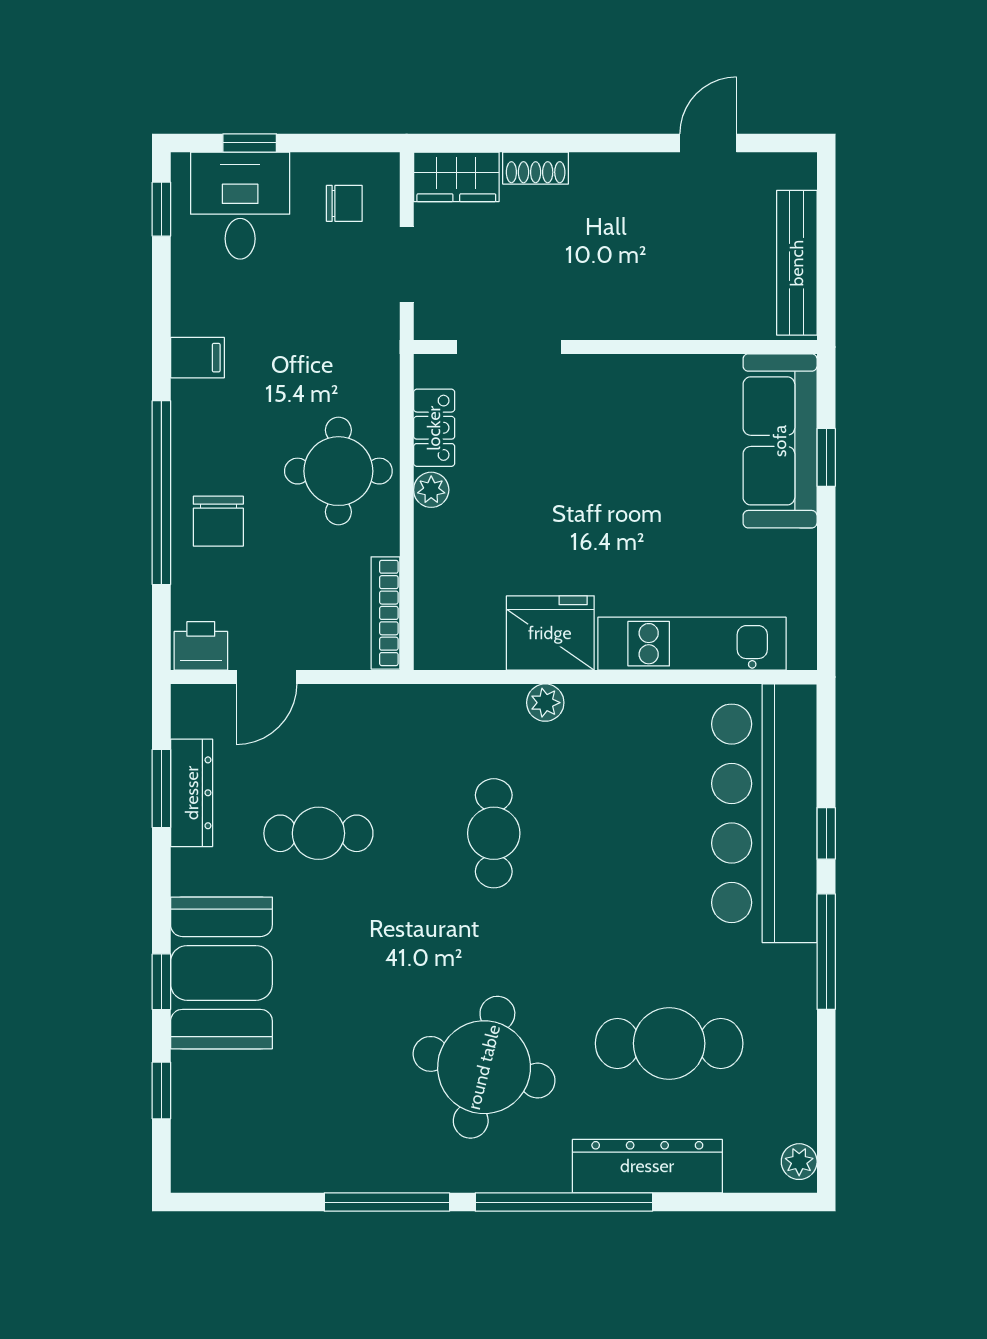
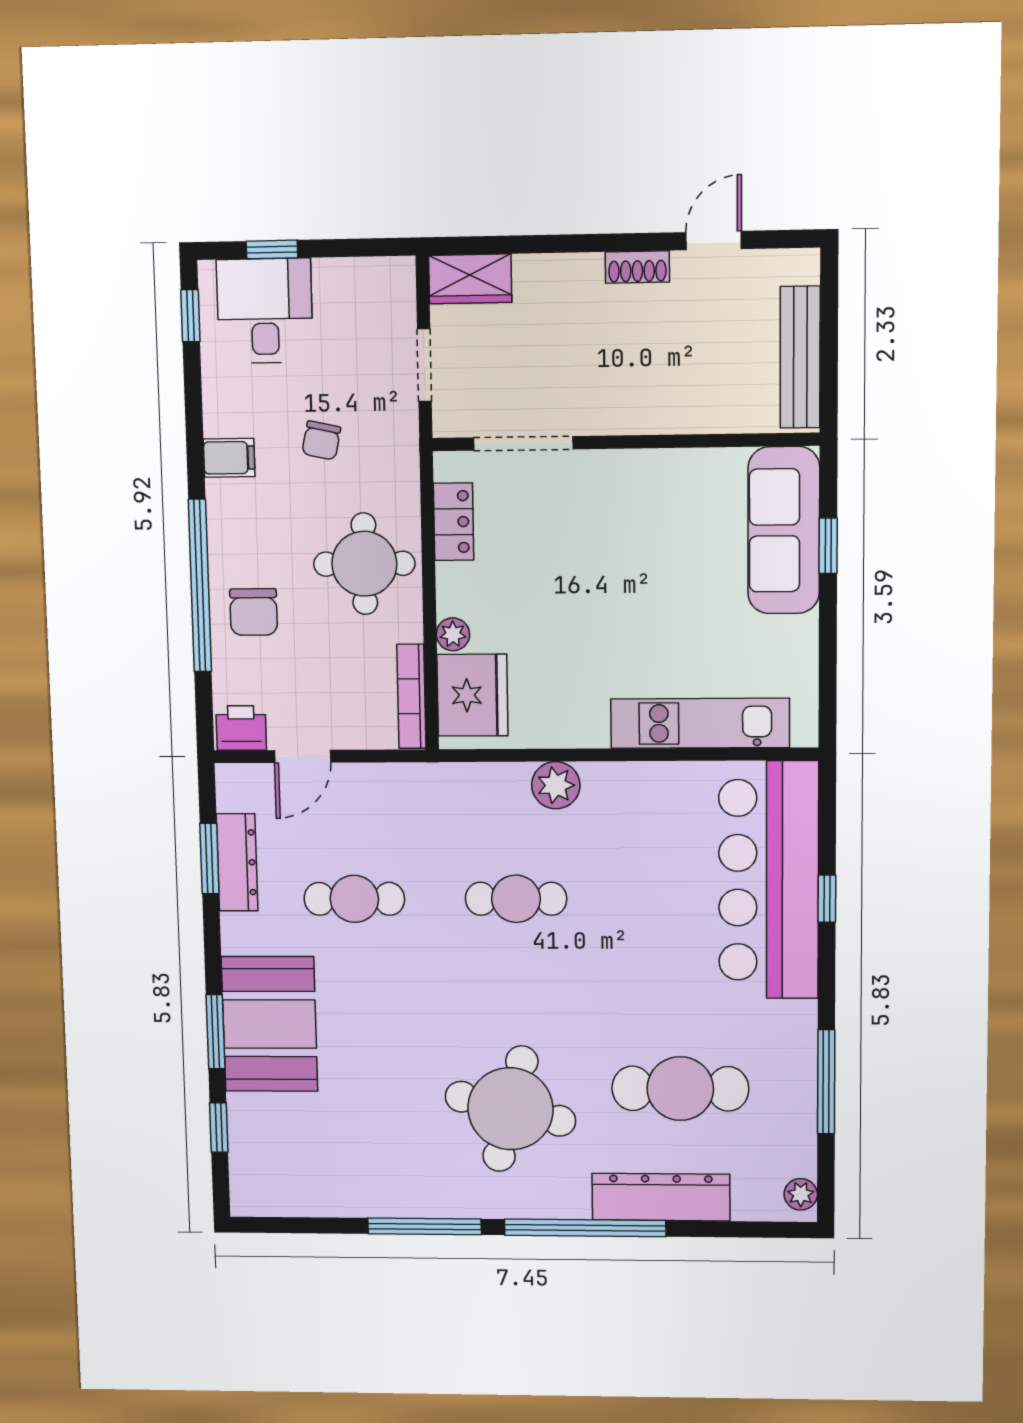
shoe rack: (536, 168) -> (637, 267), moved
chair: (344, 203) -> (321, 440), moved, turned 102
plant: (431, 490) -> (453, 634), moved
fridge: (550, 633) -> (472, 695), moved, turned 90
plant: (545, 703) -> (556, 785), width x1.38, depth x1.38
cafe table: (494, 833) -> (516, 899), turned 90
window: (826, 952) -> (826, 1082), moved
window: (161, 982) -> (215, 1032), width x1.50

